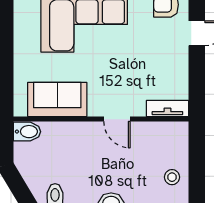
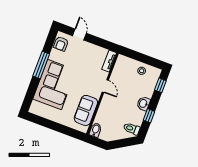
door: (117, 119) -> (105, 86), hinge flipped

